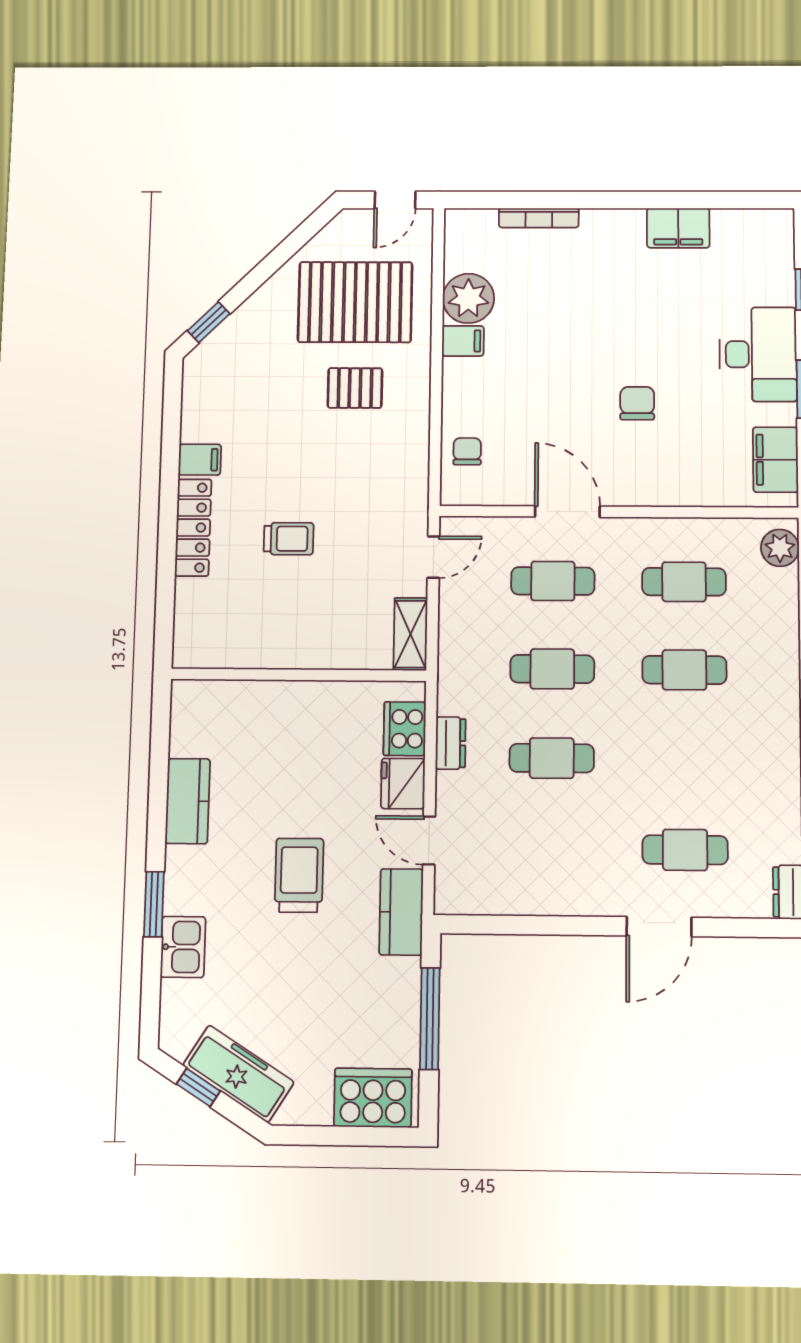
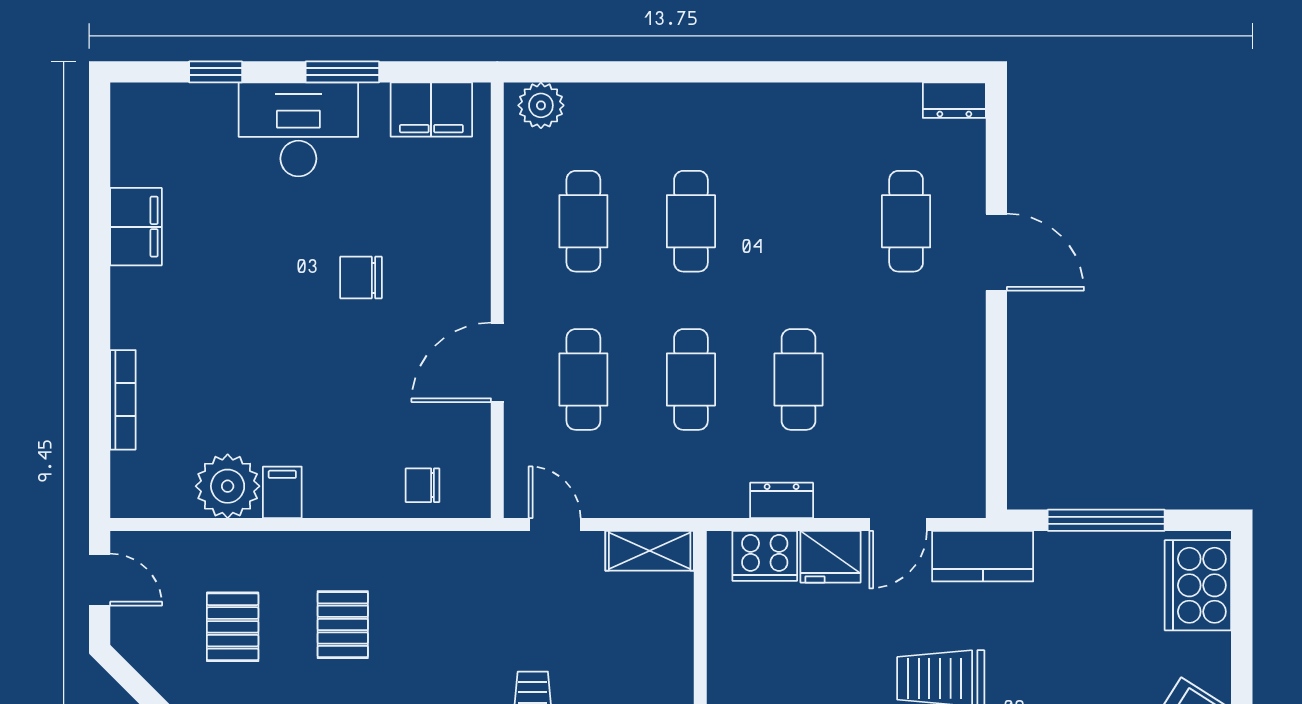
pallet: (355, 302) -> (233, 627), width x0.49, depth x0.50

